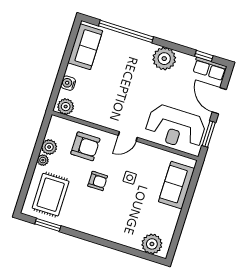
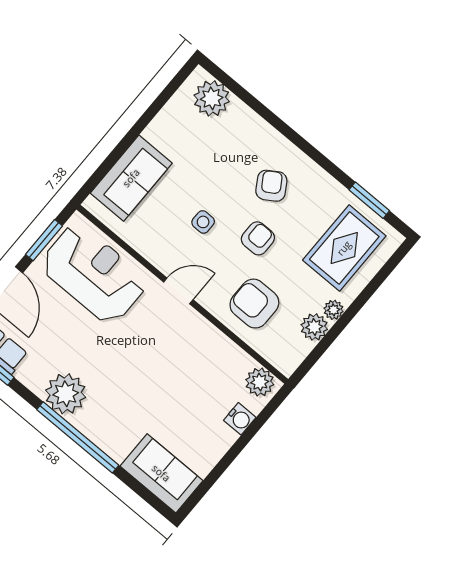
window: (126, 31) -> (78, 437), moved
sofa: (85, 47) -> (161, 473), moved, turned 90
armchair: (98, 181) -> (258, 238), turned 90
armchair: (102, 211) -> (271, 186), added

